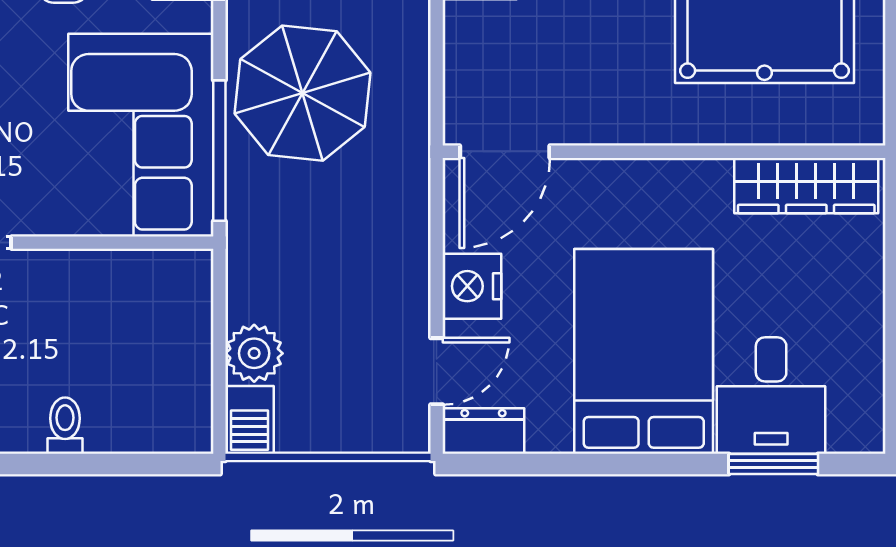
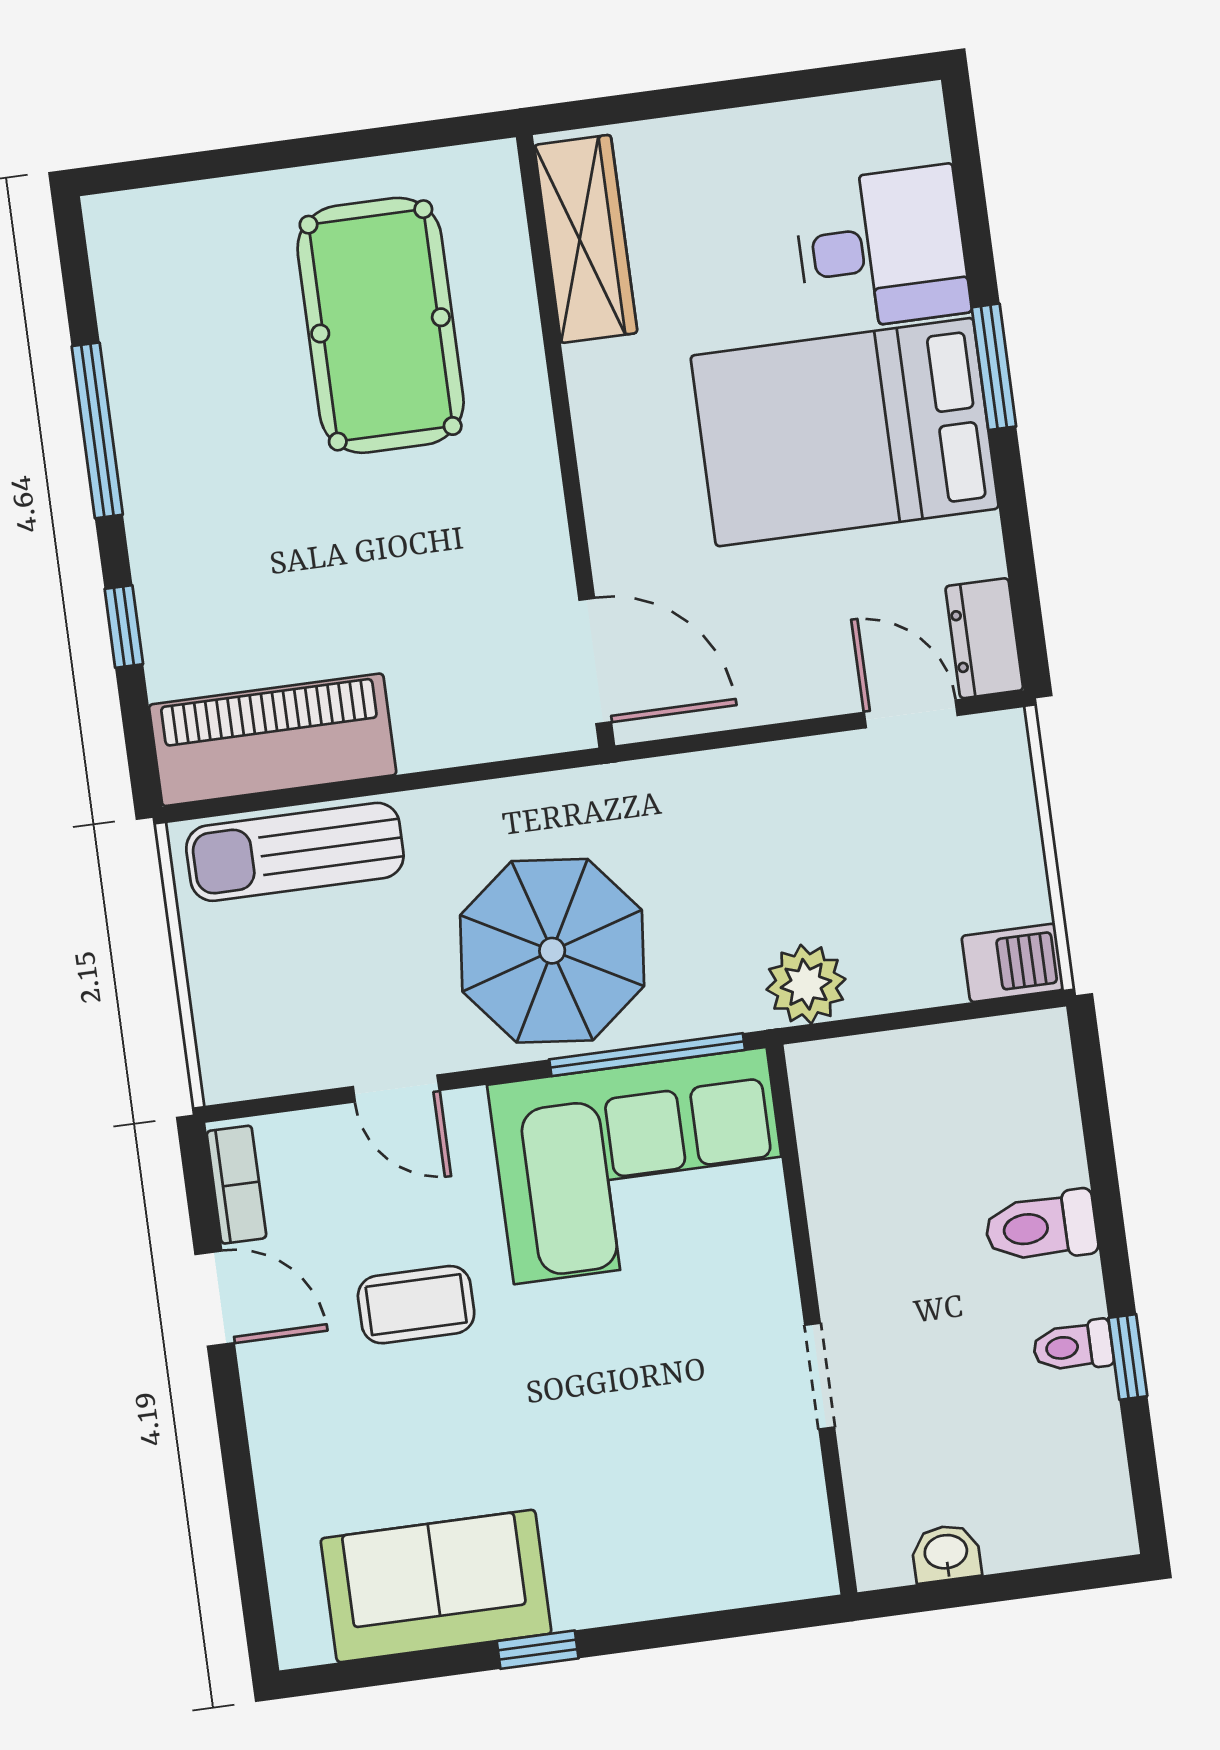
nightstand: (472, 286) -> (787, 681), removed
plant: (254, 353) -> (806, 984), moved
toilet: (65, 426) -> (1041, 1227), width x1.37, depth x1.39
window: (773, 464) -> (994, 367), moved

